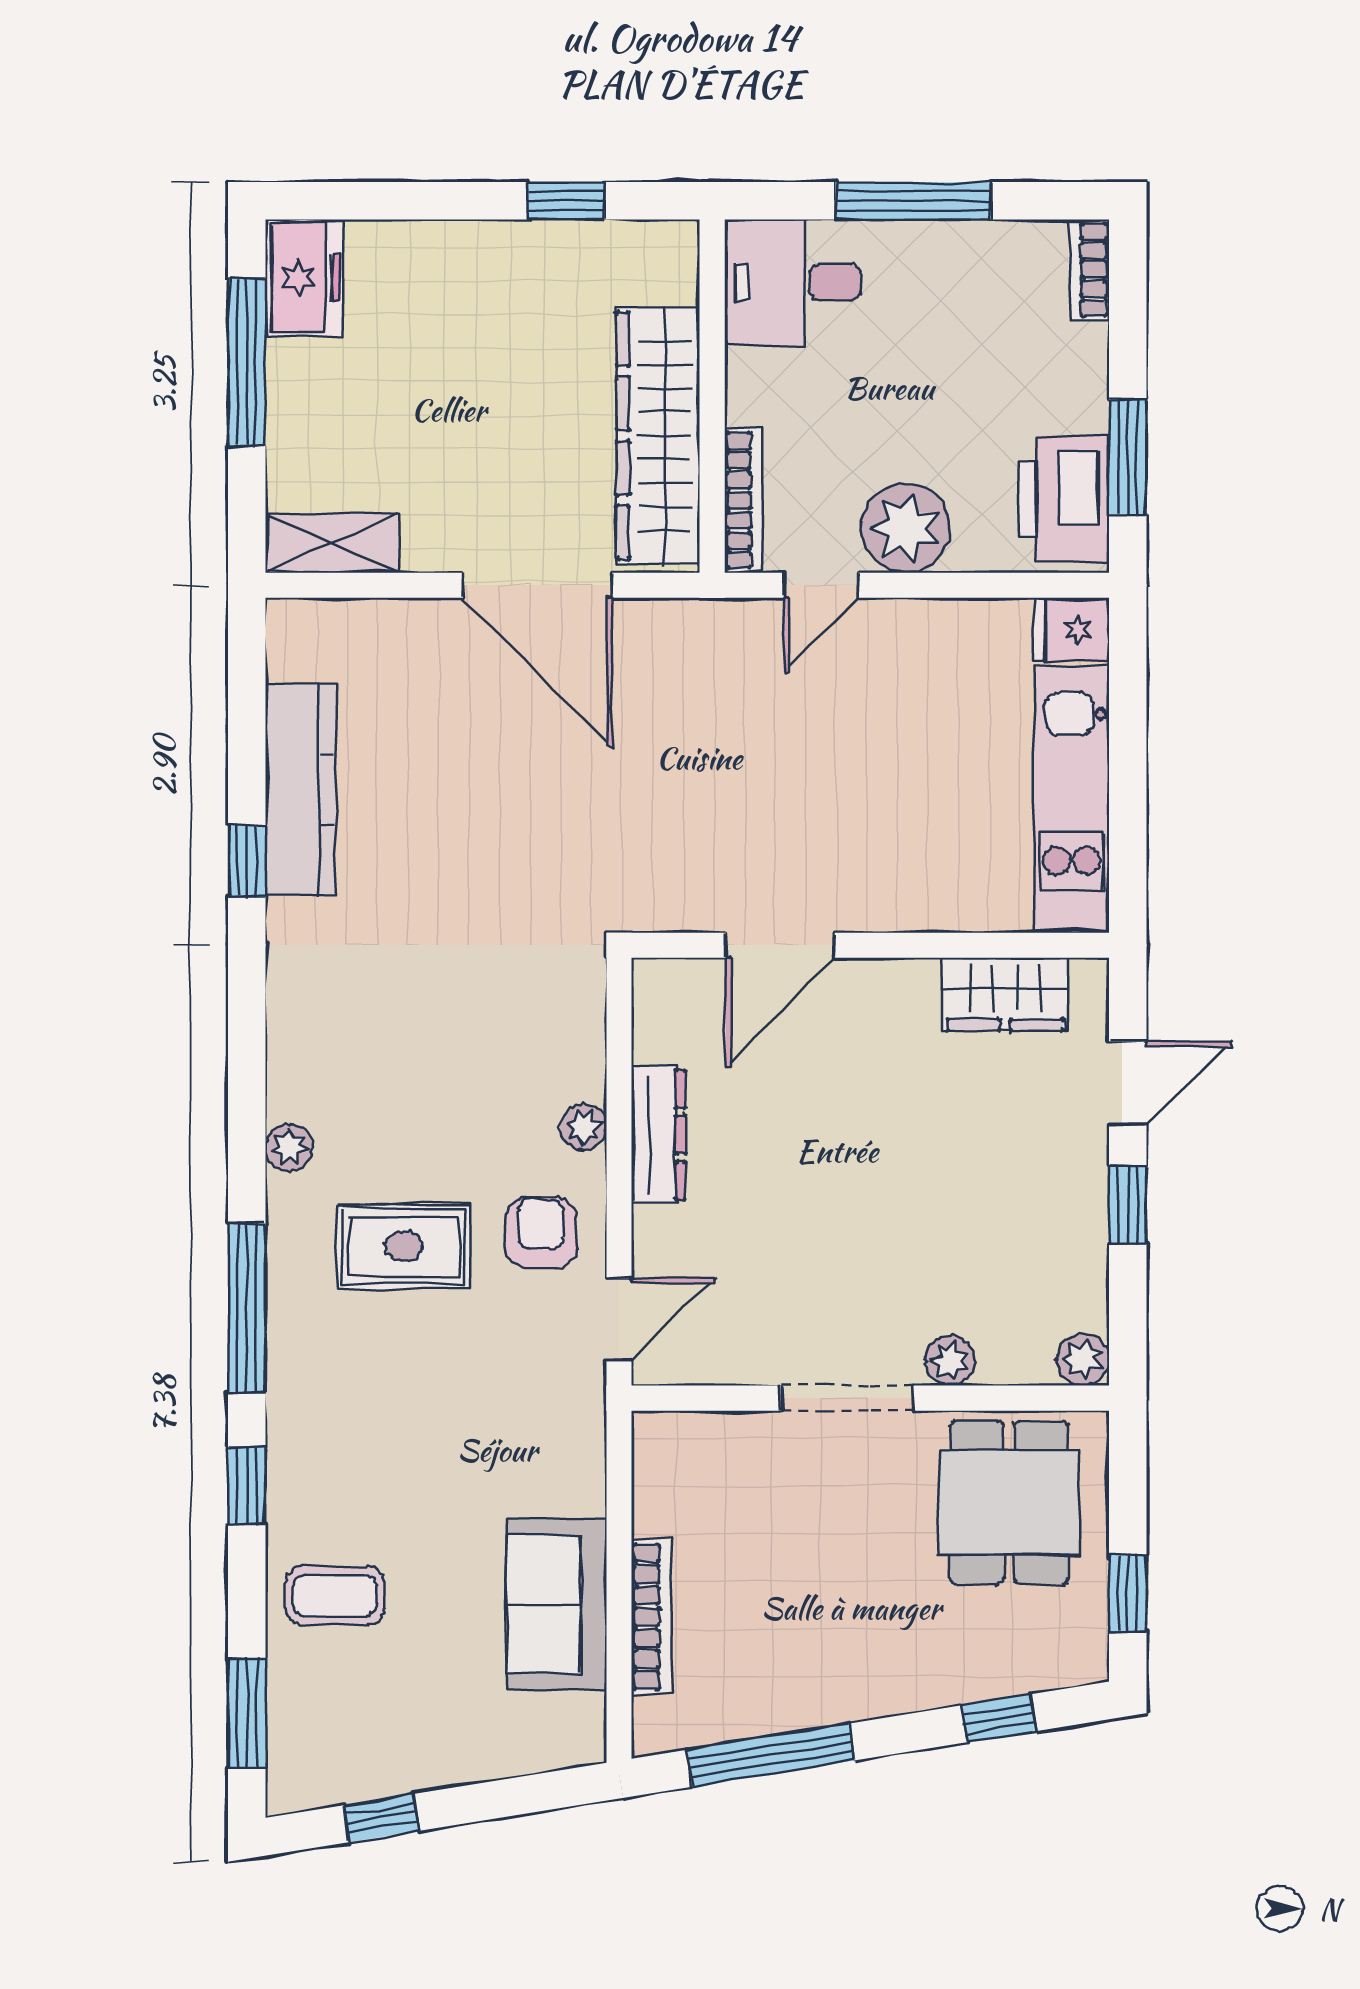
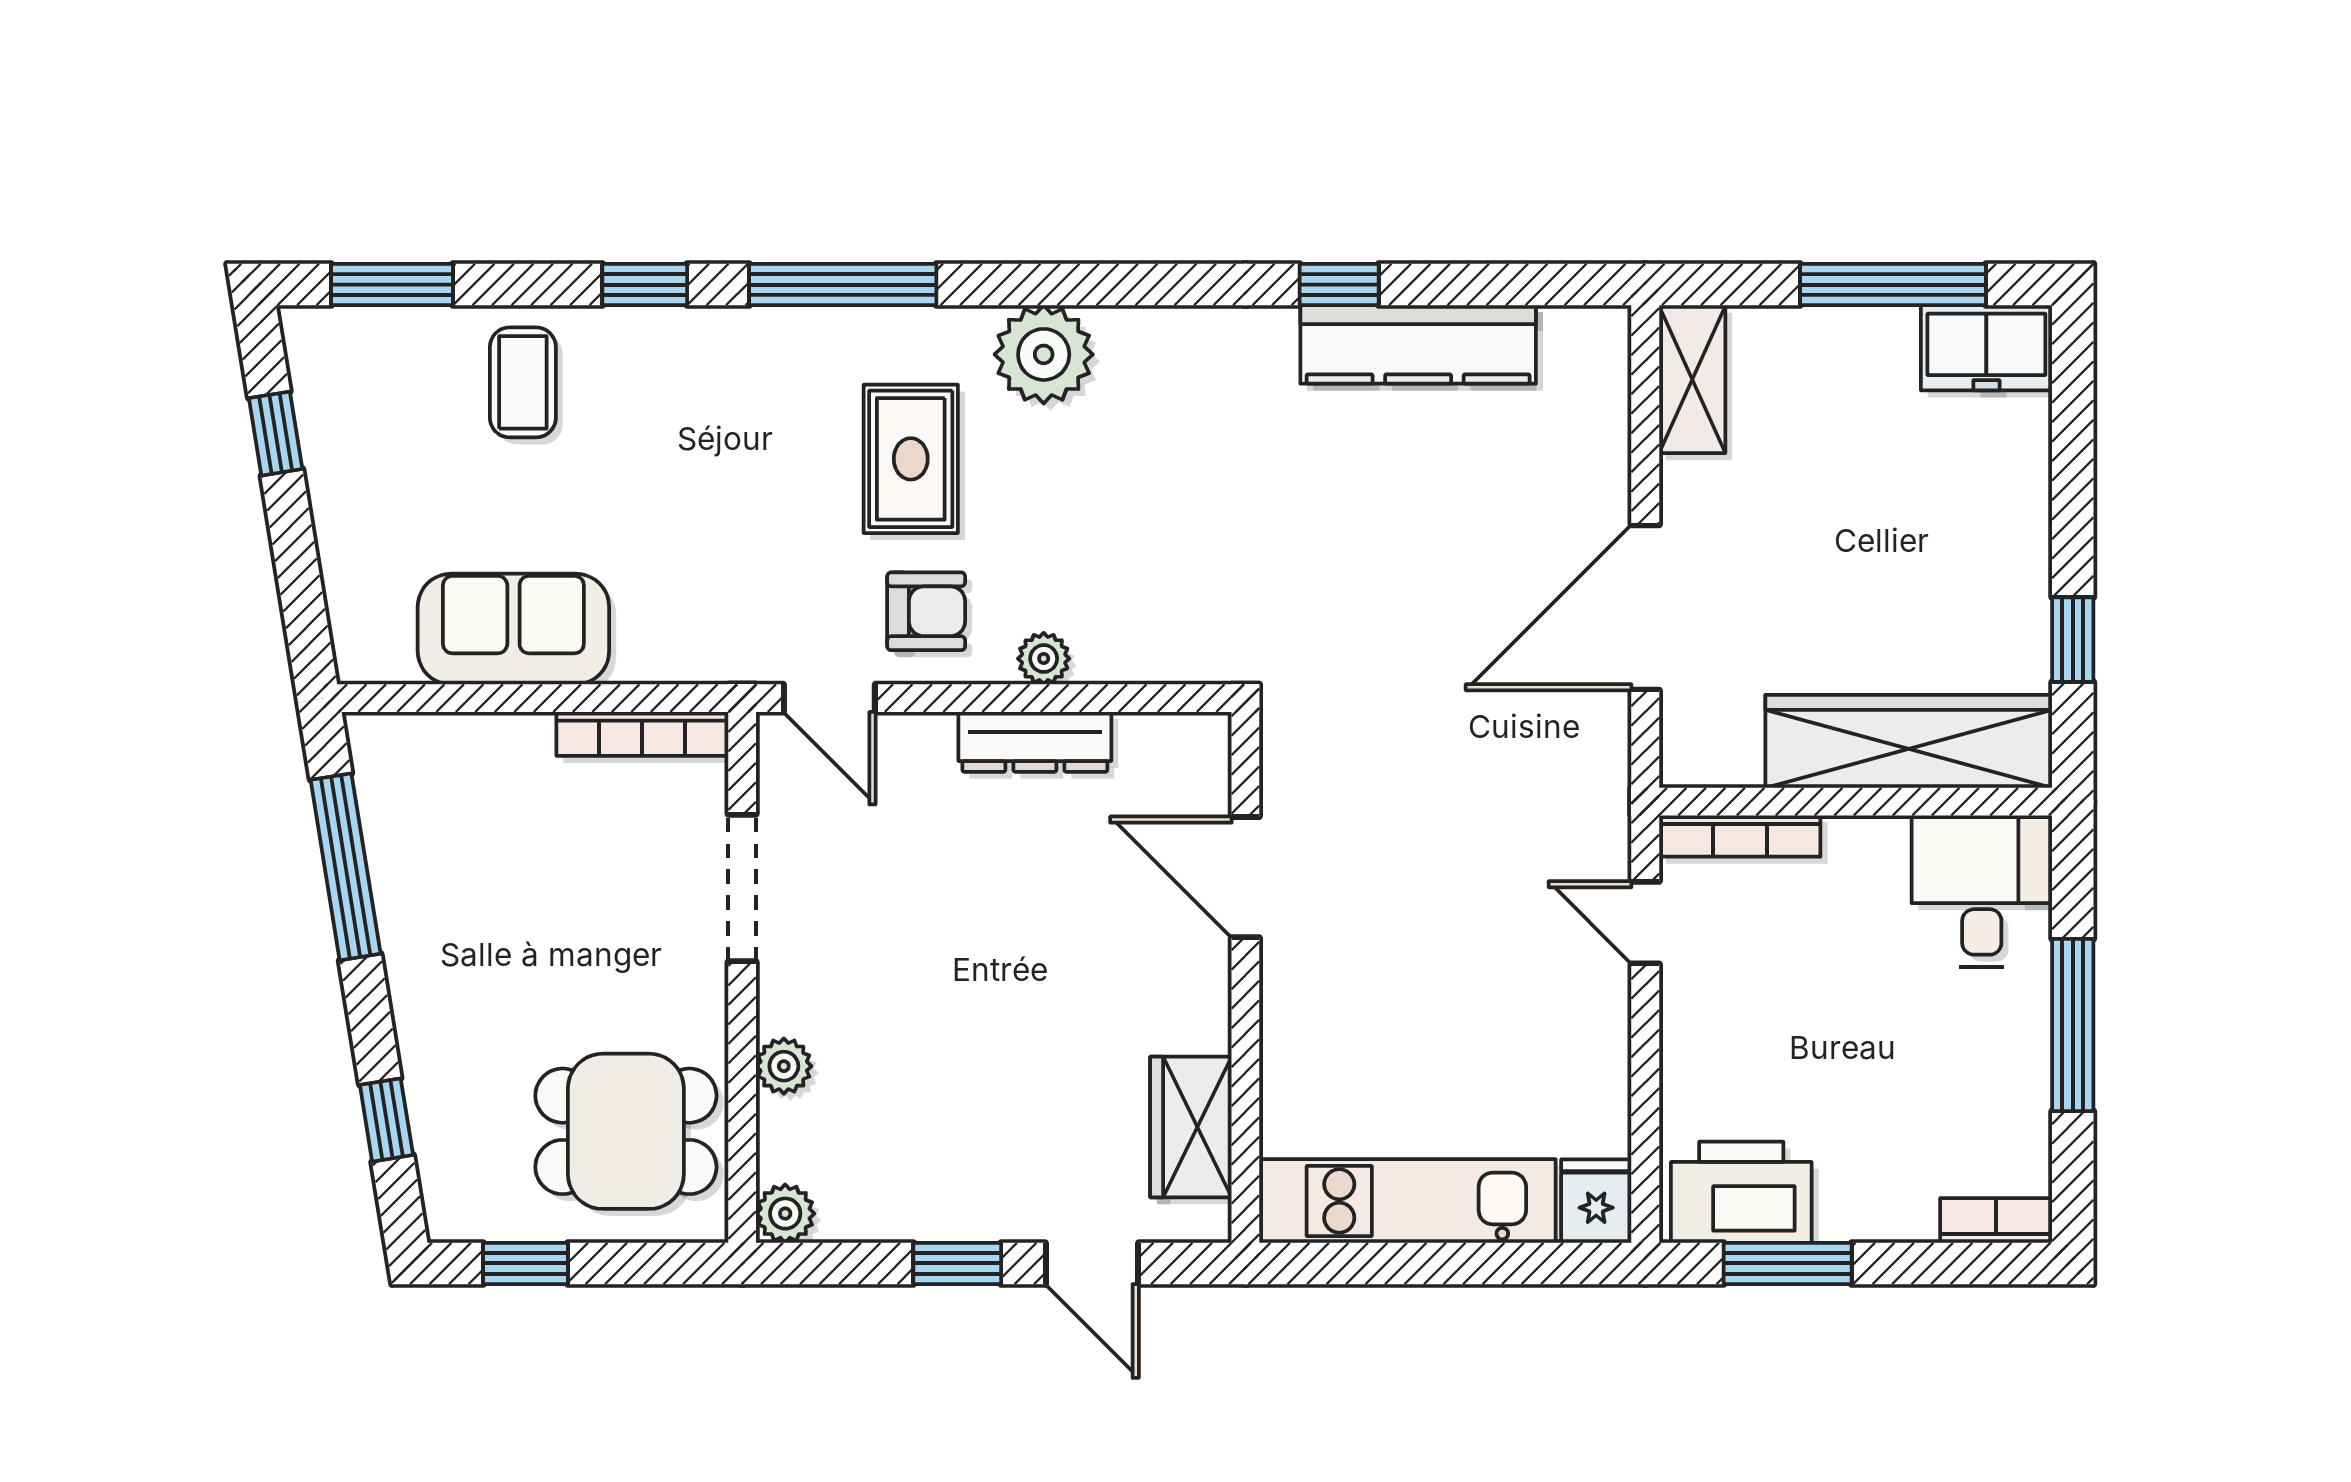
wardrobe: (658, 436) -> (1909, 741), moved
plant: (906, 528) -> (1709, 1017), removed
plant: (289, 1147) -> (1044, 354), width x1.87, depth x1.87
doorway: (847, 1398) -> (742, 888), moved
bookcase: (651, 1617) -> (642, 734), moved

